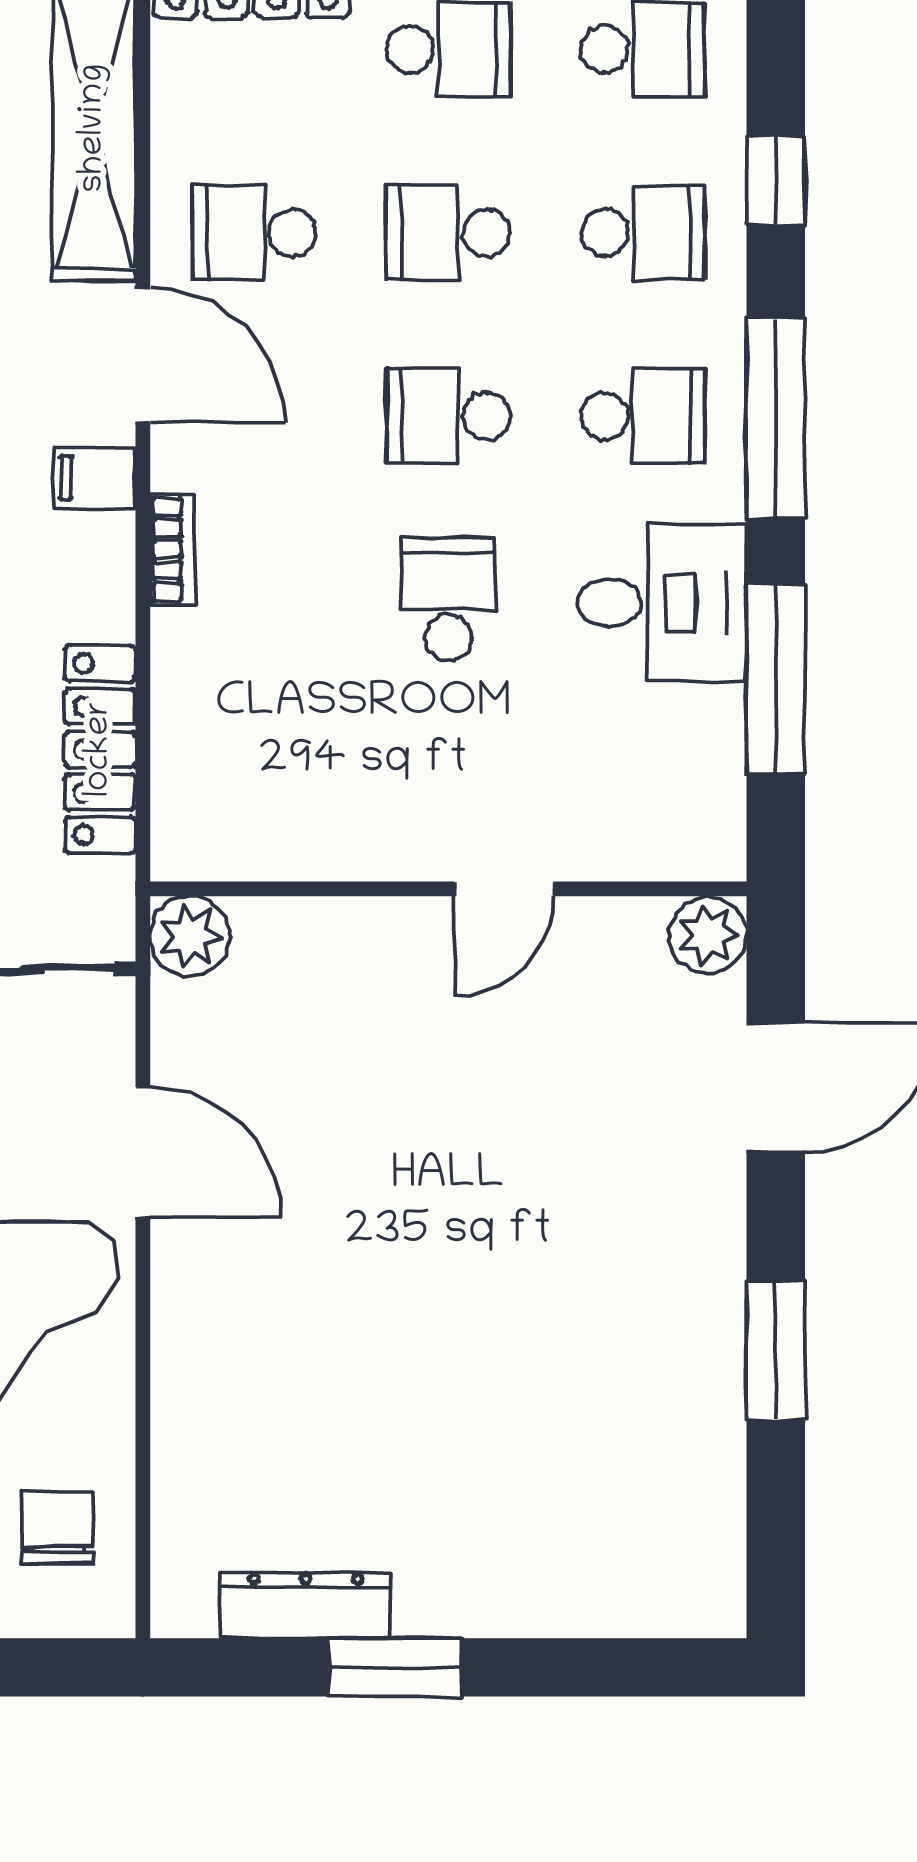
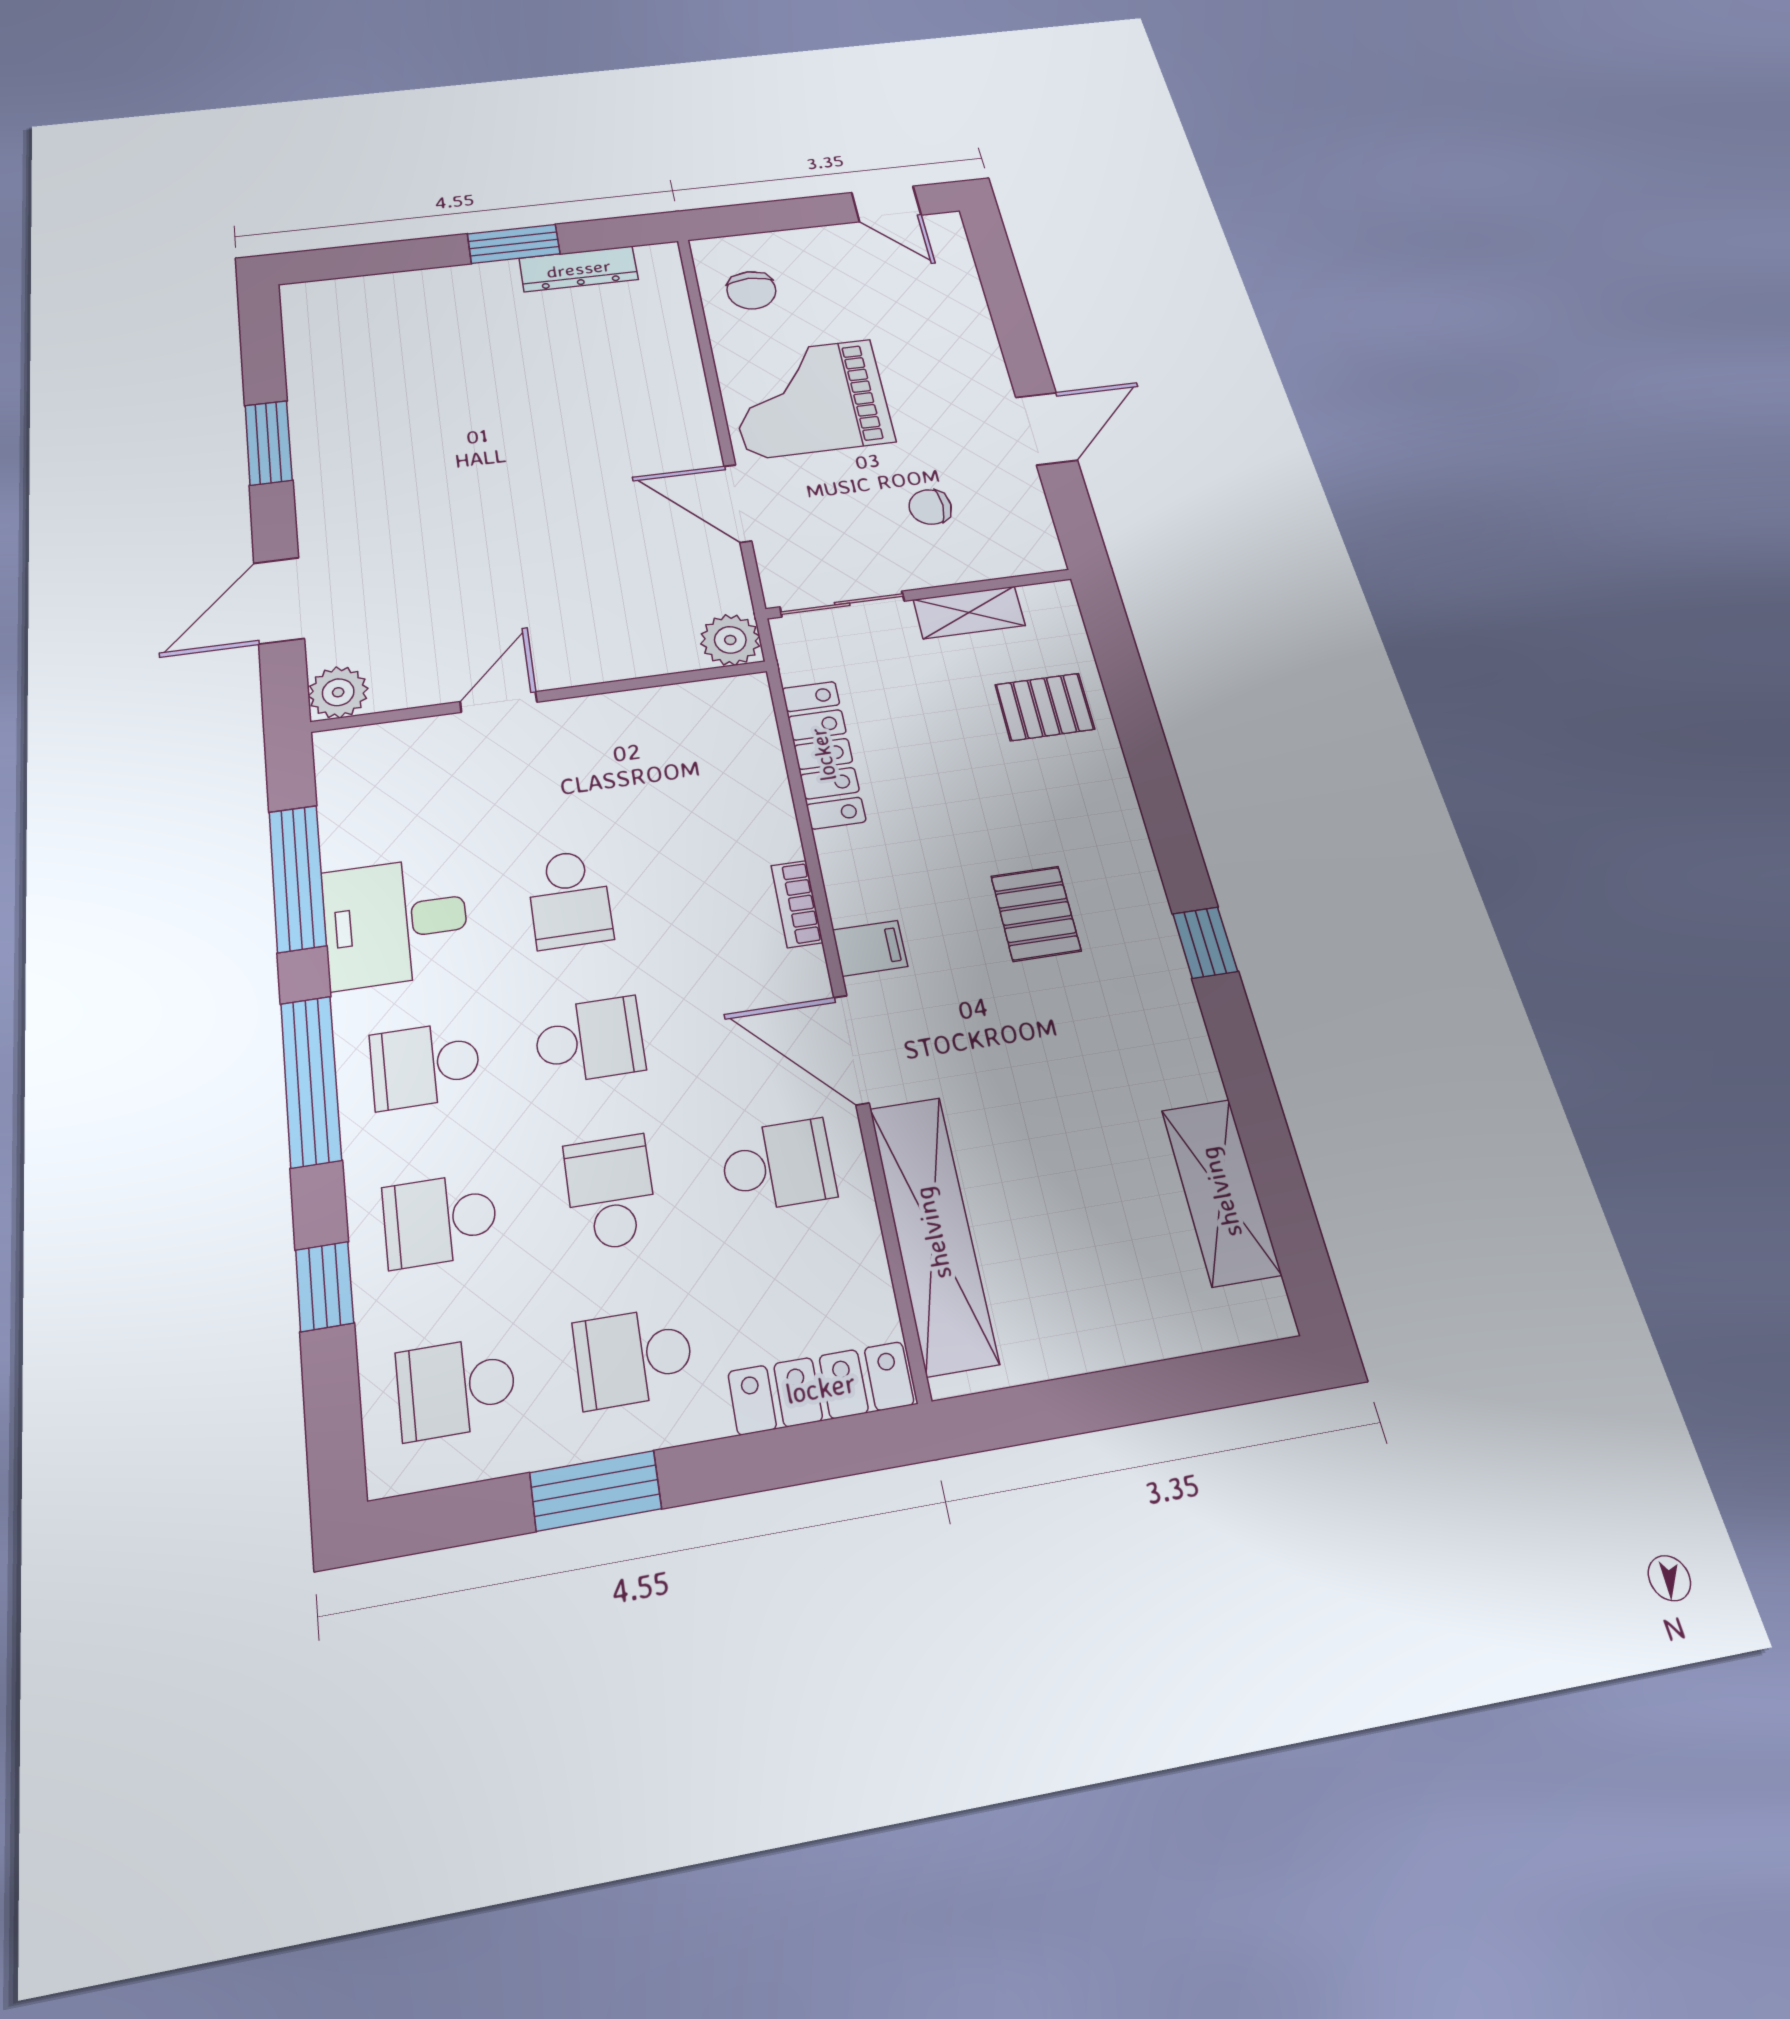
school desk: (448, 233) -> (611, 1192), turned -90

